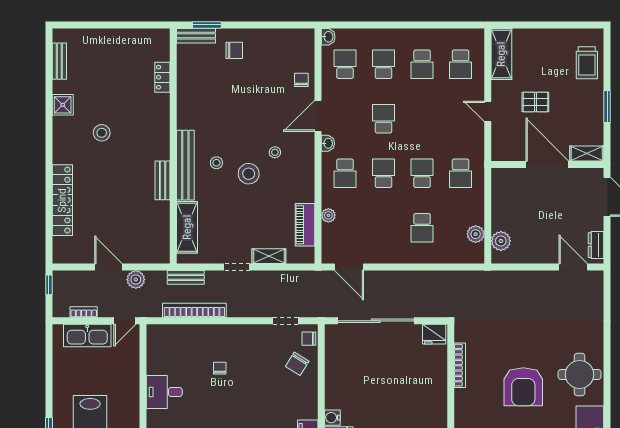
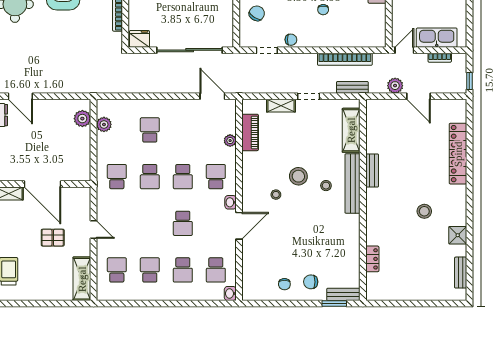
chair: (301, 80) -> (284, 284), moved
chair: (309, 339) -> (291, 40), moved

